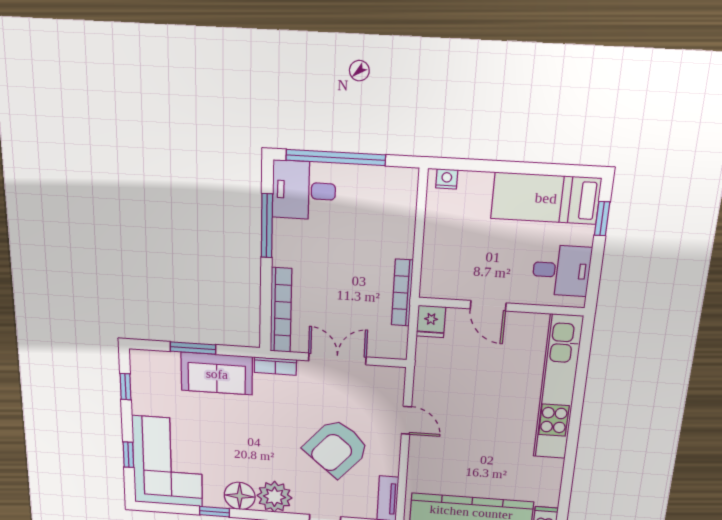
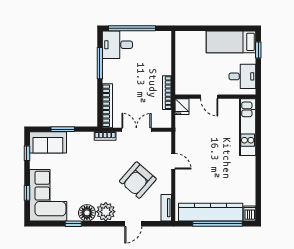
nightstand: (447, 179) -> (184, 35), removed
sofa: (217, 374) -> (48, 142), moved
kitchen unit: (558, 388) -> (248, 127), width x0.73

